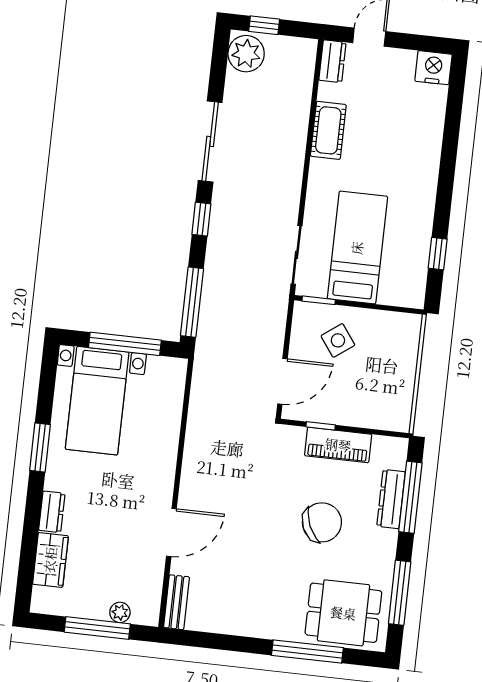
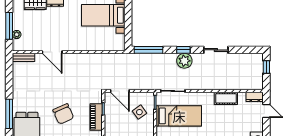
plant: (246, 54) -> (184, 61), moved
sliding door: (210, 141) -> (216, 50), width x0.73
window: (125, 344) -> (128, 24), removed

